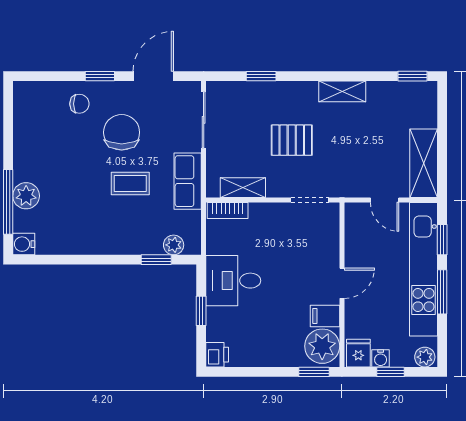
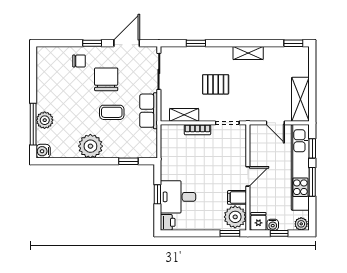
bookcase: (228, 211) -> (197, 130), moved
plant: (174, 245) -> (90, 146), moved, width x1.88, depth x1.88
desk: (233, 281) -> (178, 197), moved

